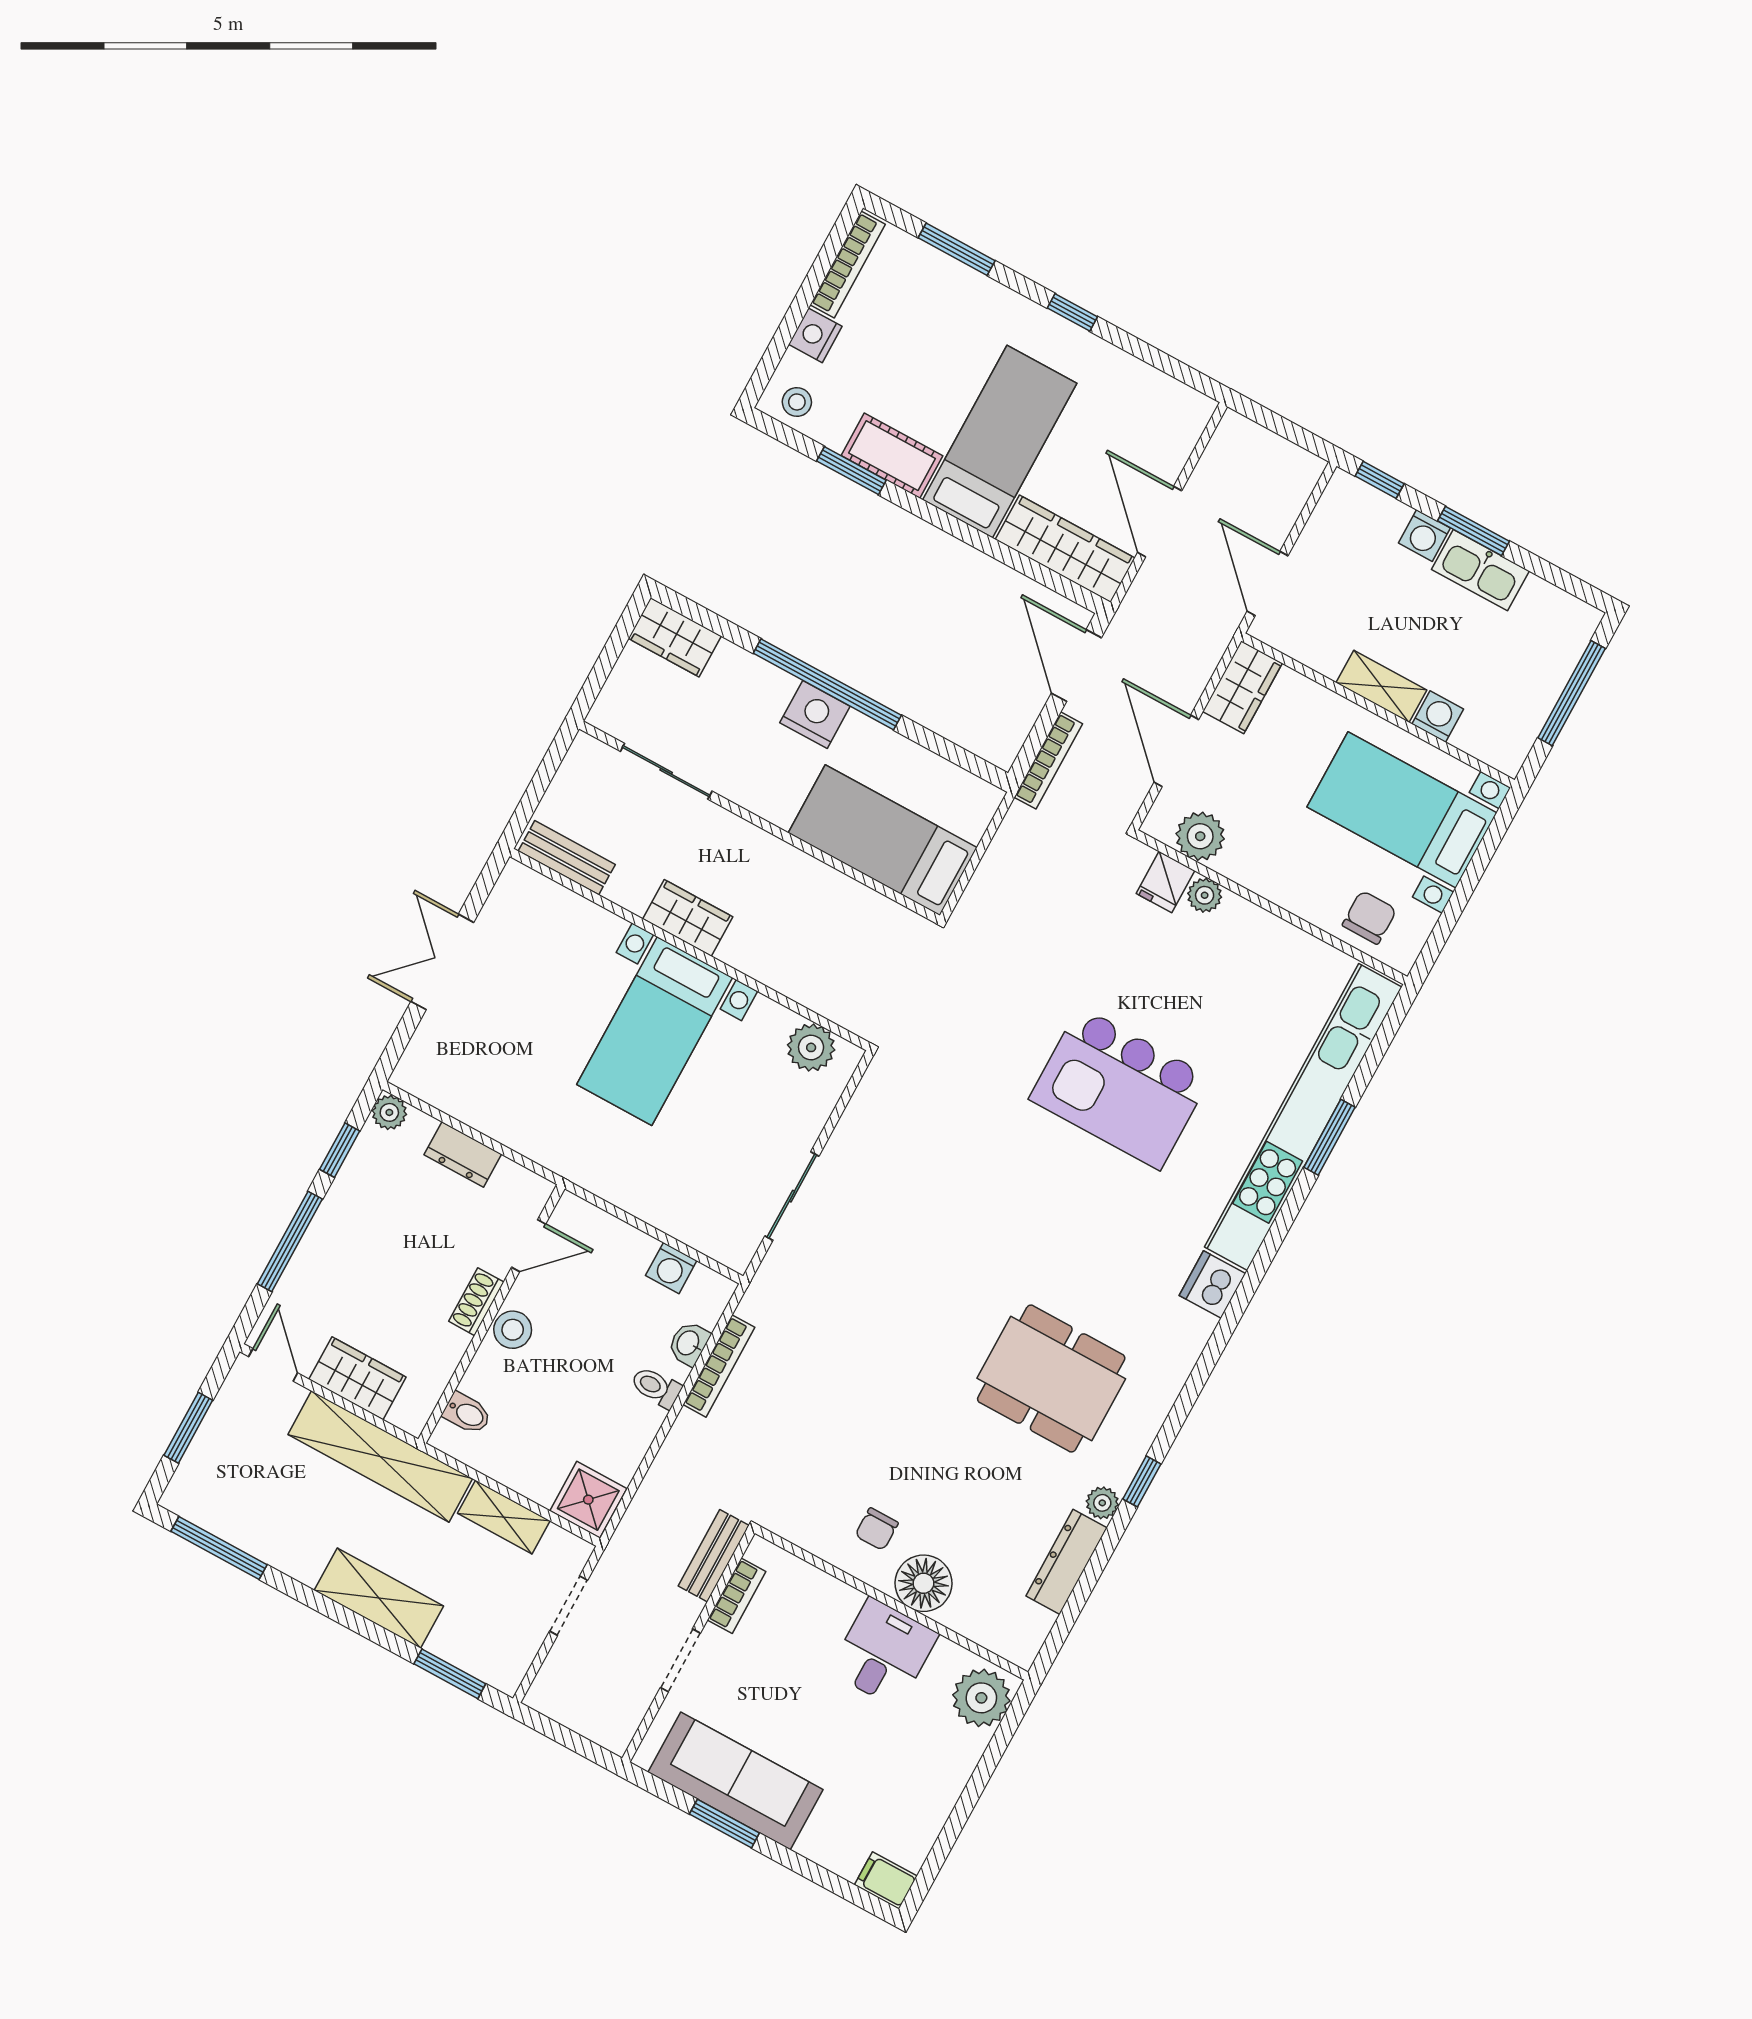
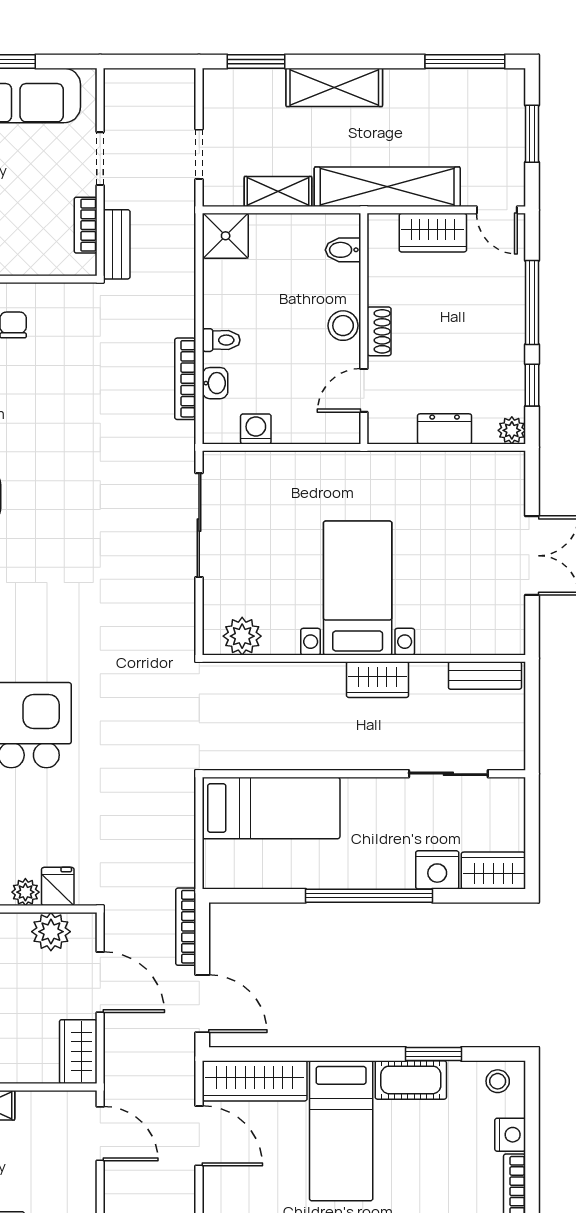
nightstand: (815, 715) -> (437, 870), moved
sliding door: (792, 1196) -> (199, 525), width x1.37

